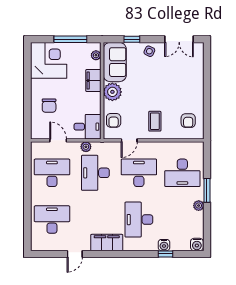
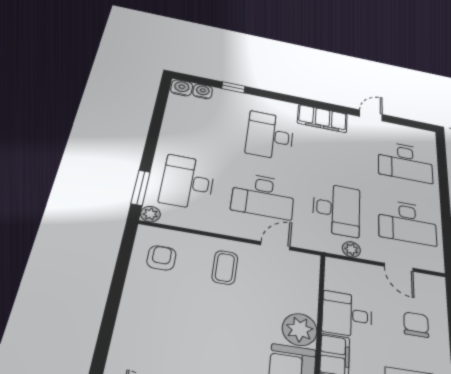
armchair: (114, 120) -> (301, 282), removed
desk: (87, 127) -> (347, 314), moved
desk: (182, 173) -> (188, 182), turned -90
window: (207, 190) -> (141, 188), moved
plant: (199, 206) -> (150, 214), moved
desk: (139, 220) -> (270, 136), turned 180
water cooler: (164, 245) -> (203, 91), moved

